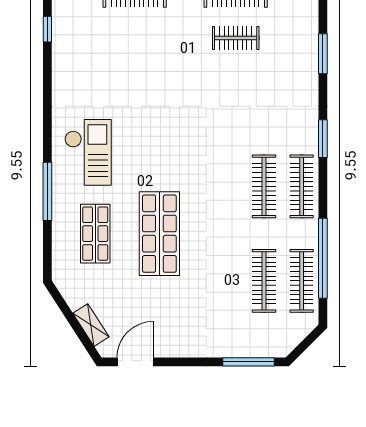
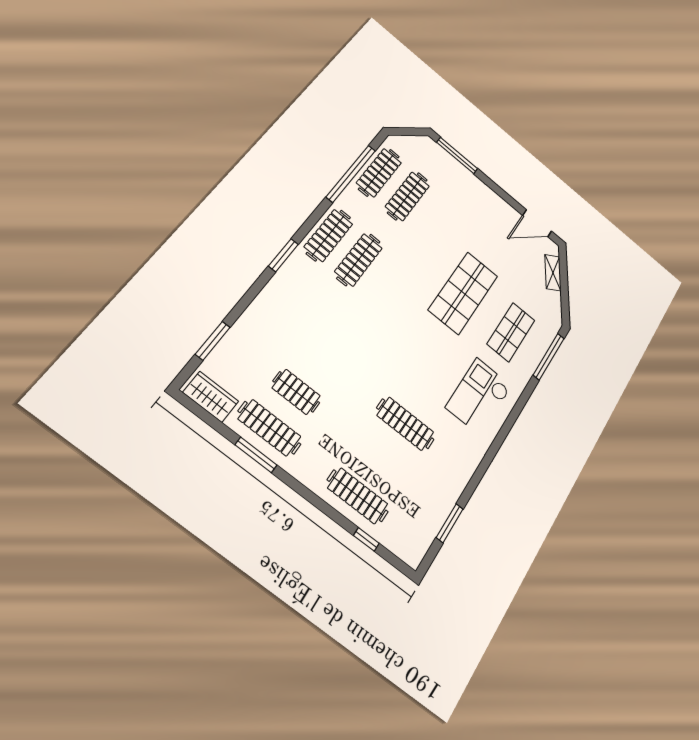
window: (47, 29) -> (450, 523), width x1.50
window: (323, 54) -> (213, 341), moved
clothes rail: (135, 80) -> (405, 424), added
window: (47, 191) -> (549, 357), moved

